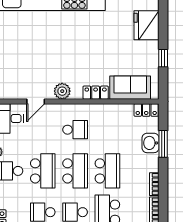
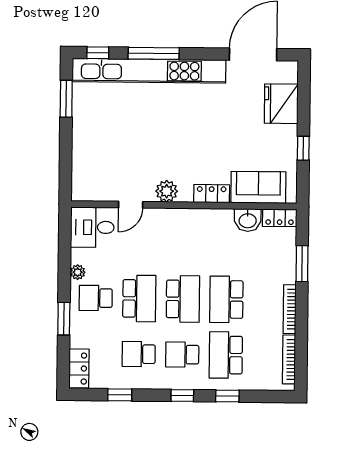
school desk: (75, 130) -> (183, 243), removed
washbasin: (150, 143) -> (248, 220), moved, turned -90
school desk: (107, 171) -> (226, 299), turned 180
bookcase: (154, 184) -> (290, 309), width x1.56

